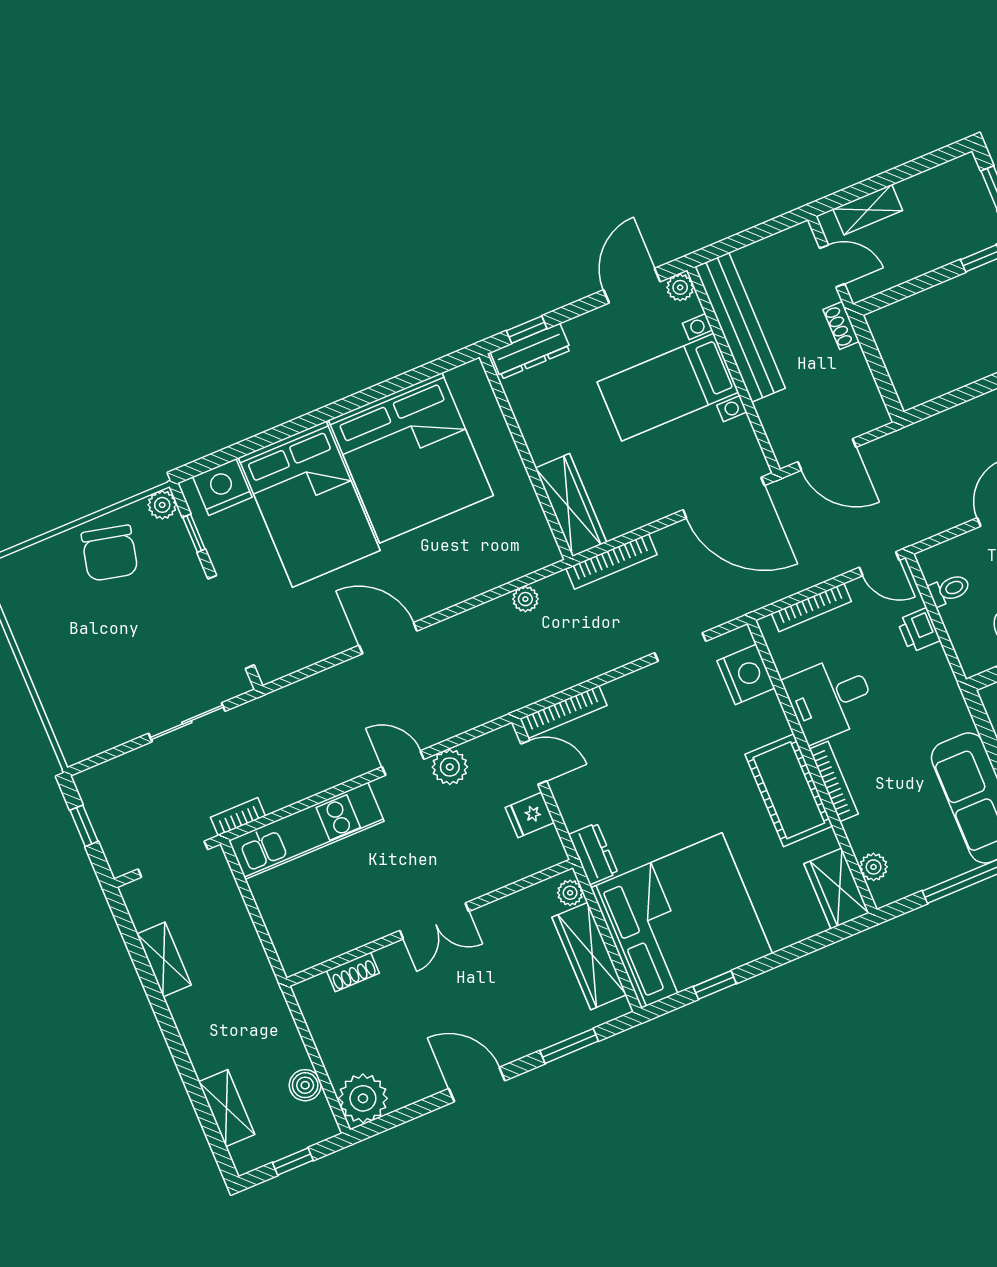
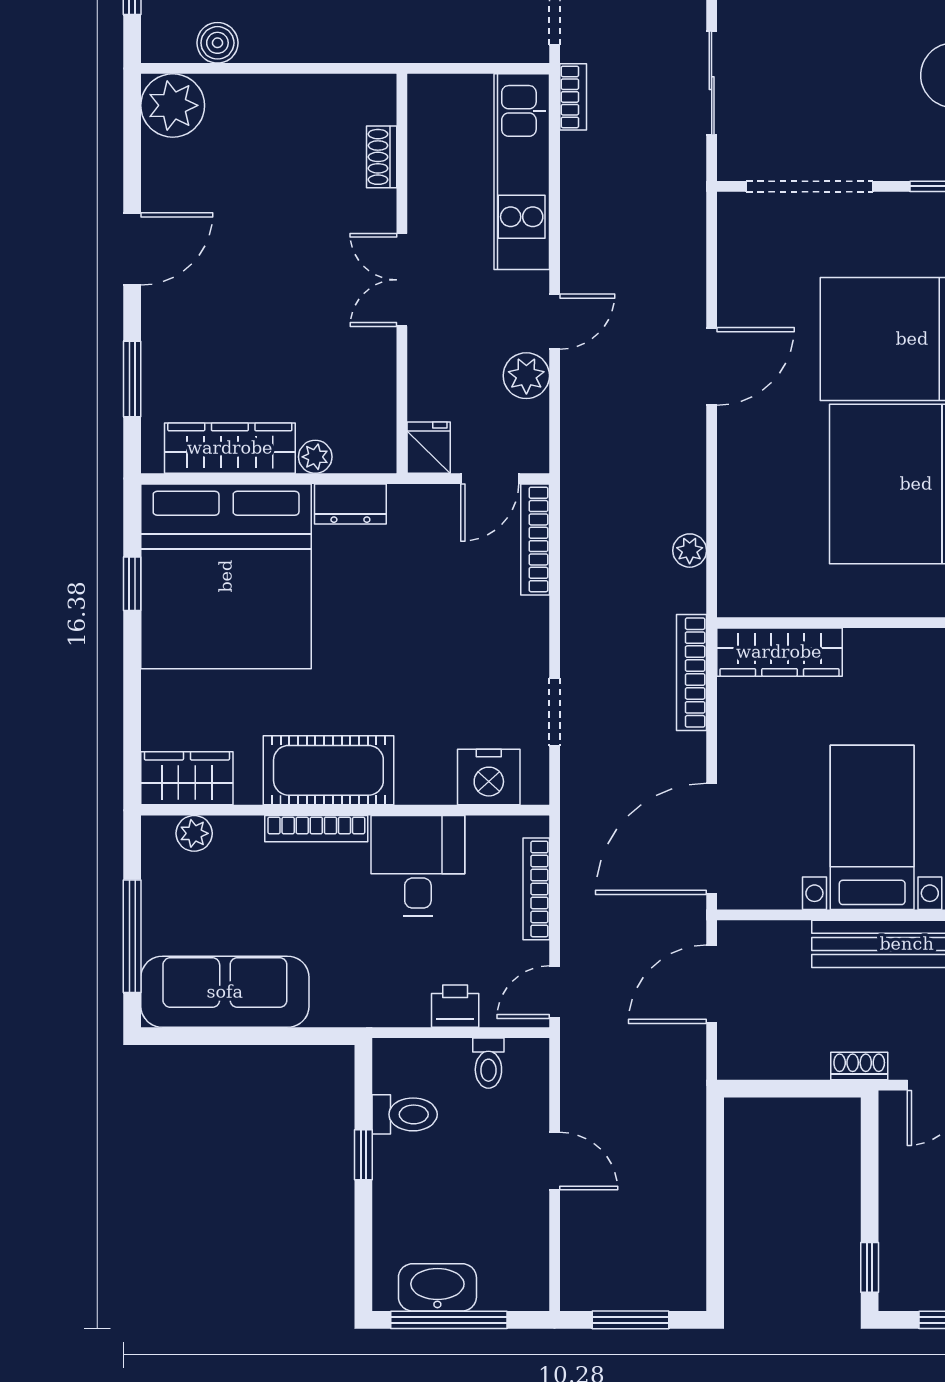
double door: (434, 921) -> (402, 280), moved
wall: (430, 923) -> (402, 274), moved
shoe rack: (353, 972) -> (382, 157), moved

